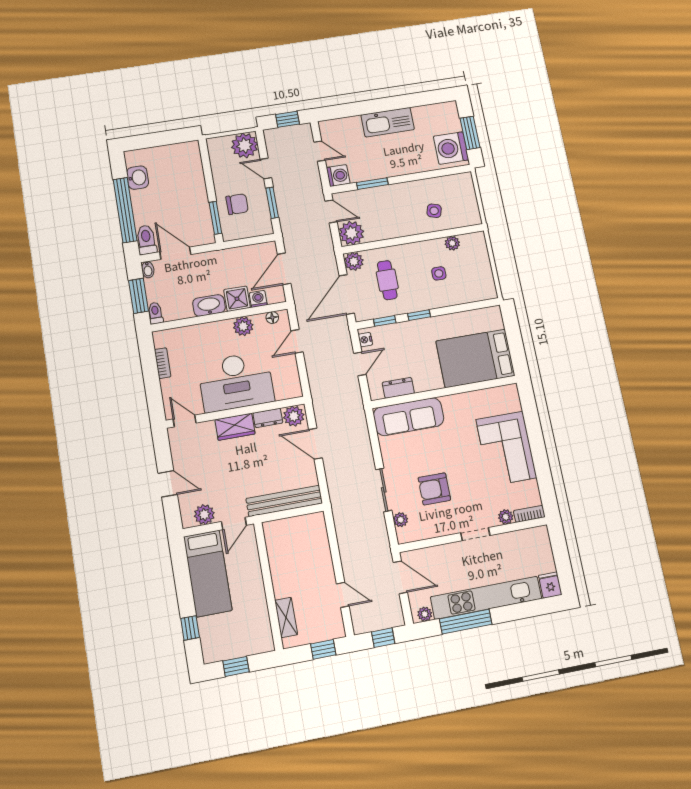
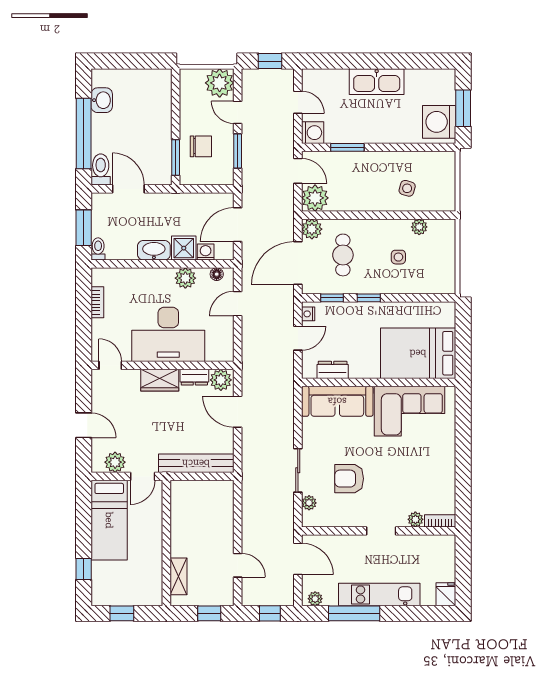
bidet: (148, 270) -> (97, 202), removed
corner sofa: (506, 449) -> (410, 411), moved, turned -90
kitchen unit: (486, 598) -> (379, 594), width x0.73

